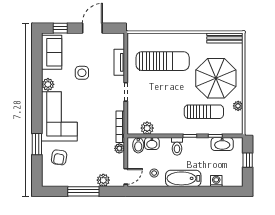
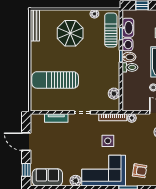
sun lounger: (163, 61) -> (55, 80), turned -90
side table: (82, 73) -> (108, 141), moved
parasol: (216, 78) -> (70, 33), width x0.73, depth x0.73
sun lounger: (204, 112) -> (111, 30), moved
washbasin: (152, 143) -> (127, 45), moved
bidet: (138, 145) -> (129, 57), moved

